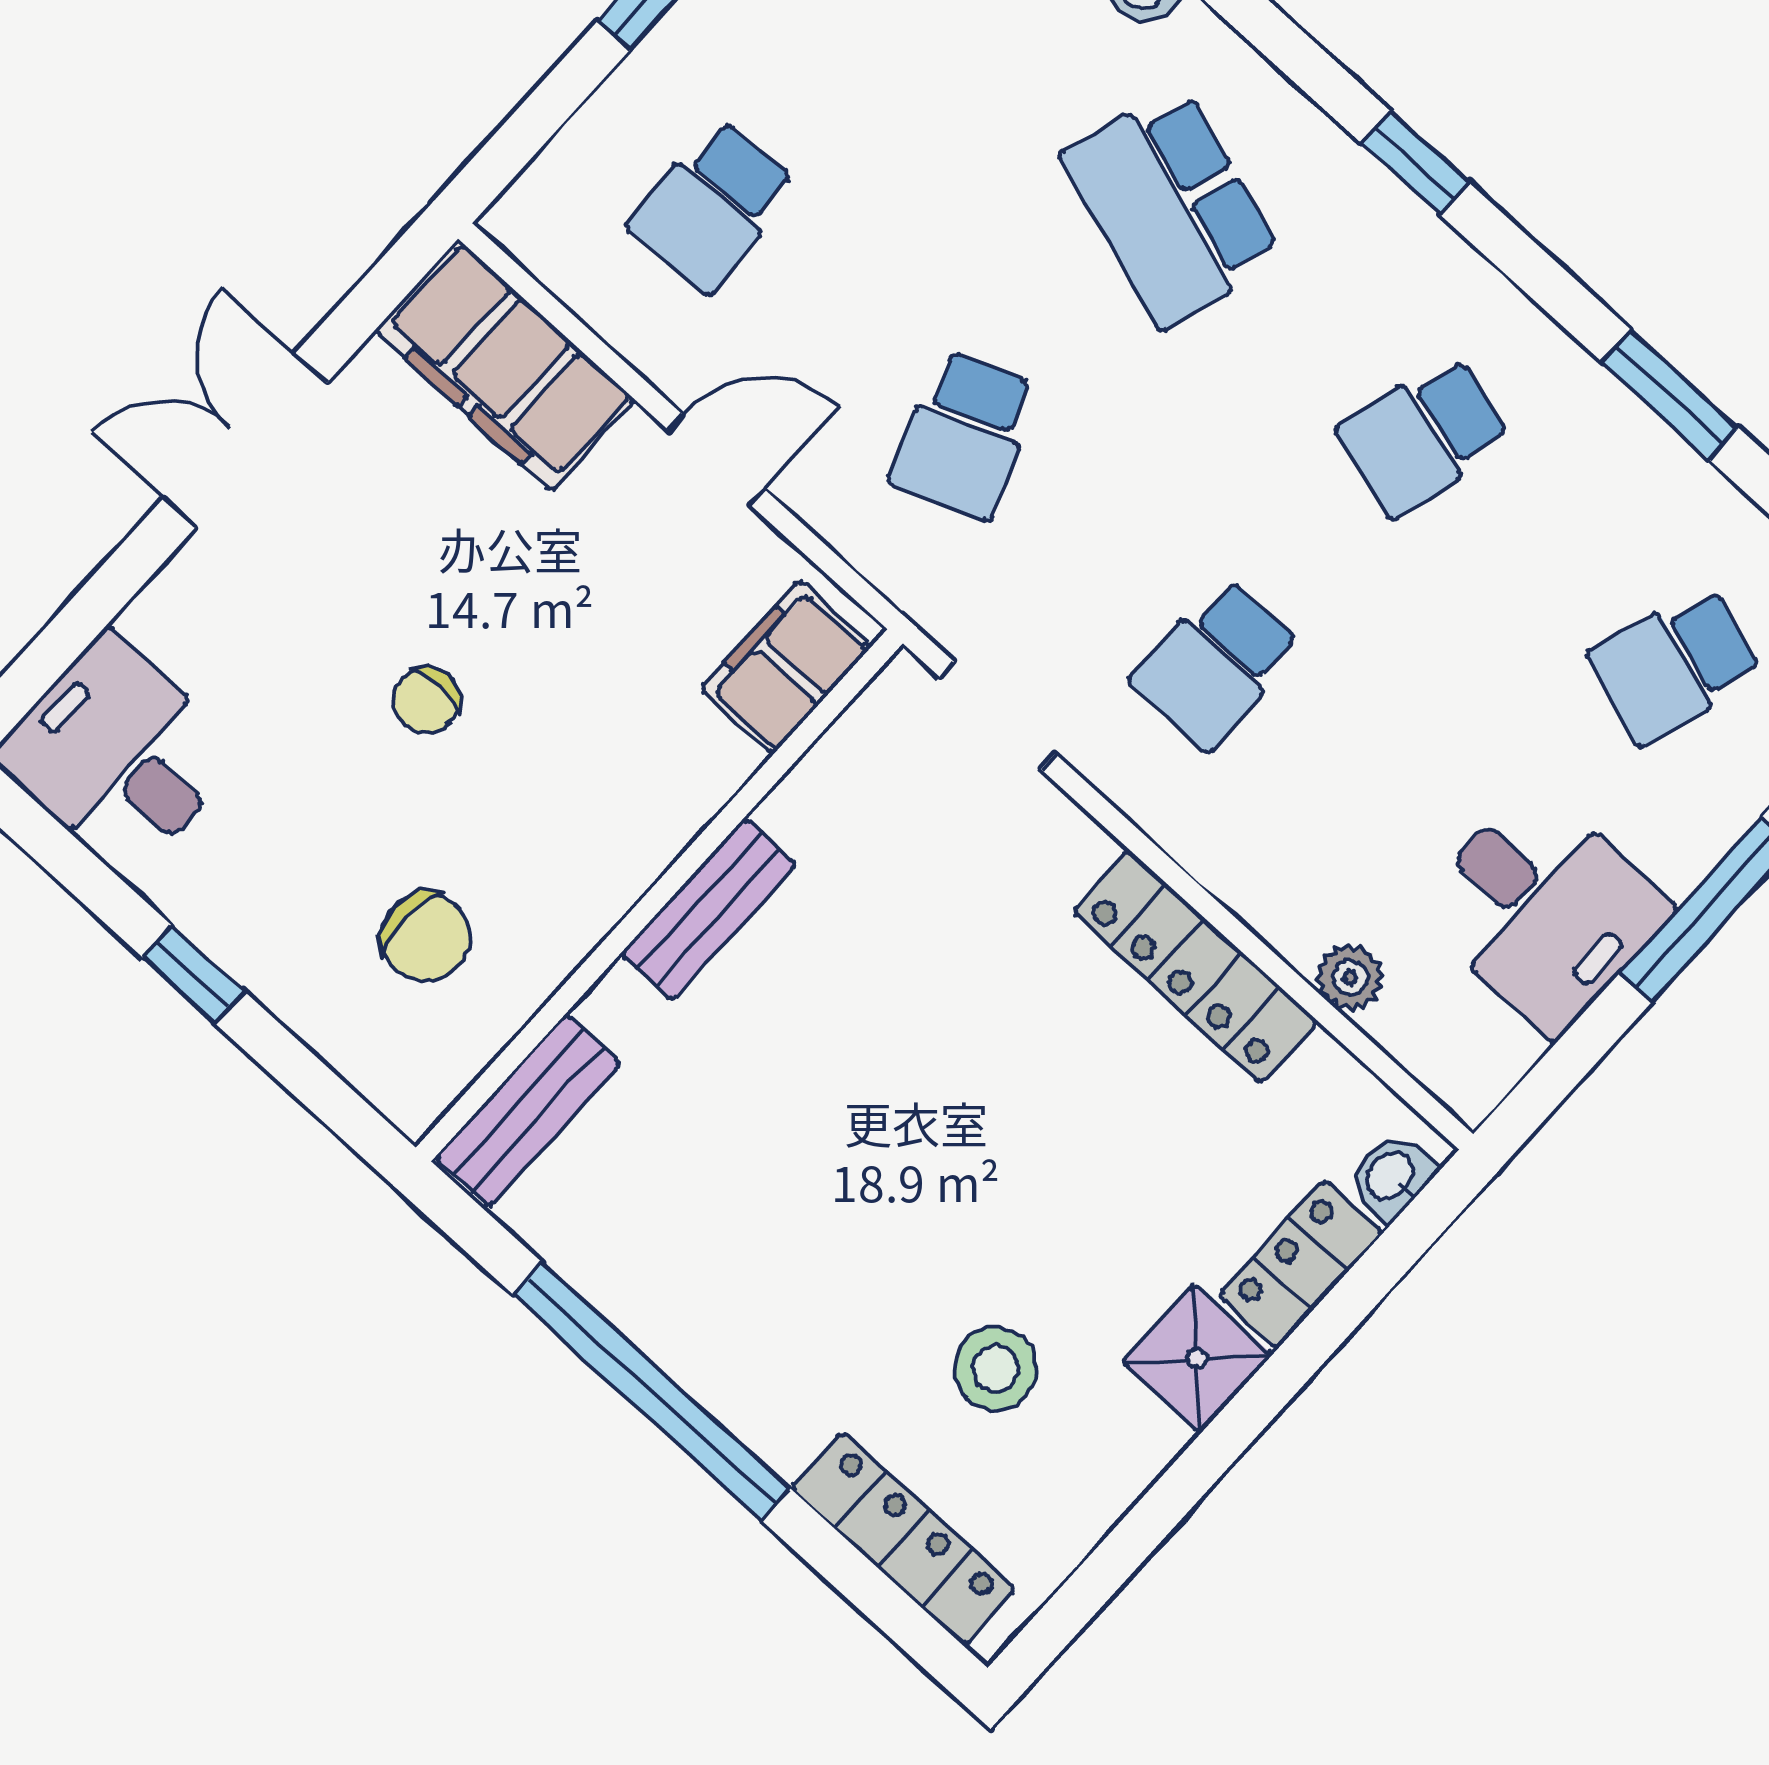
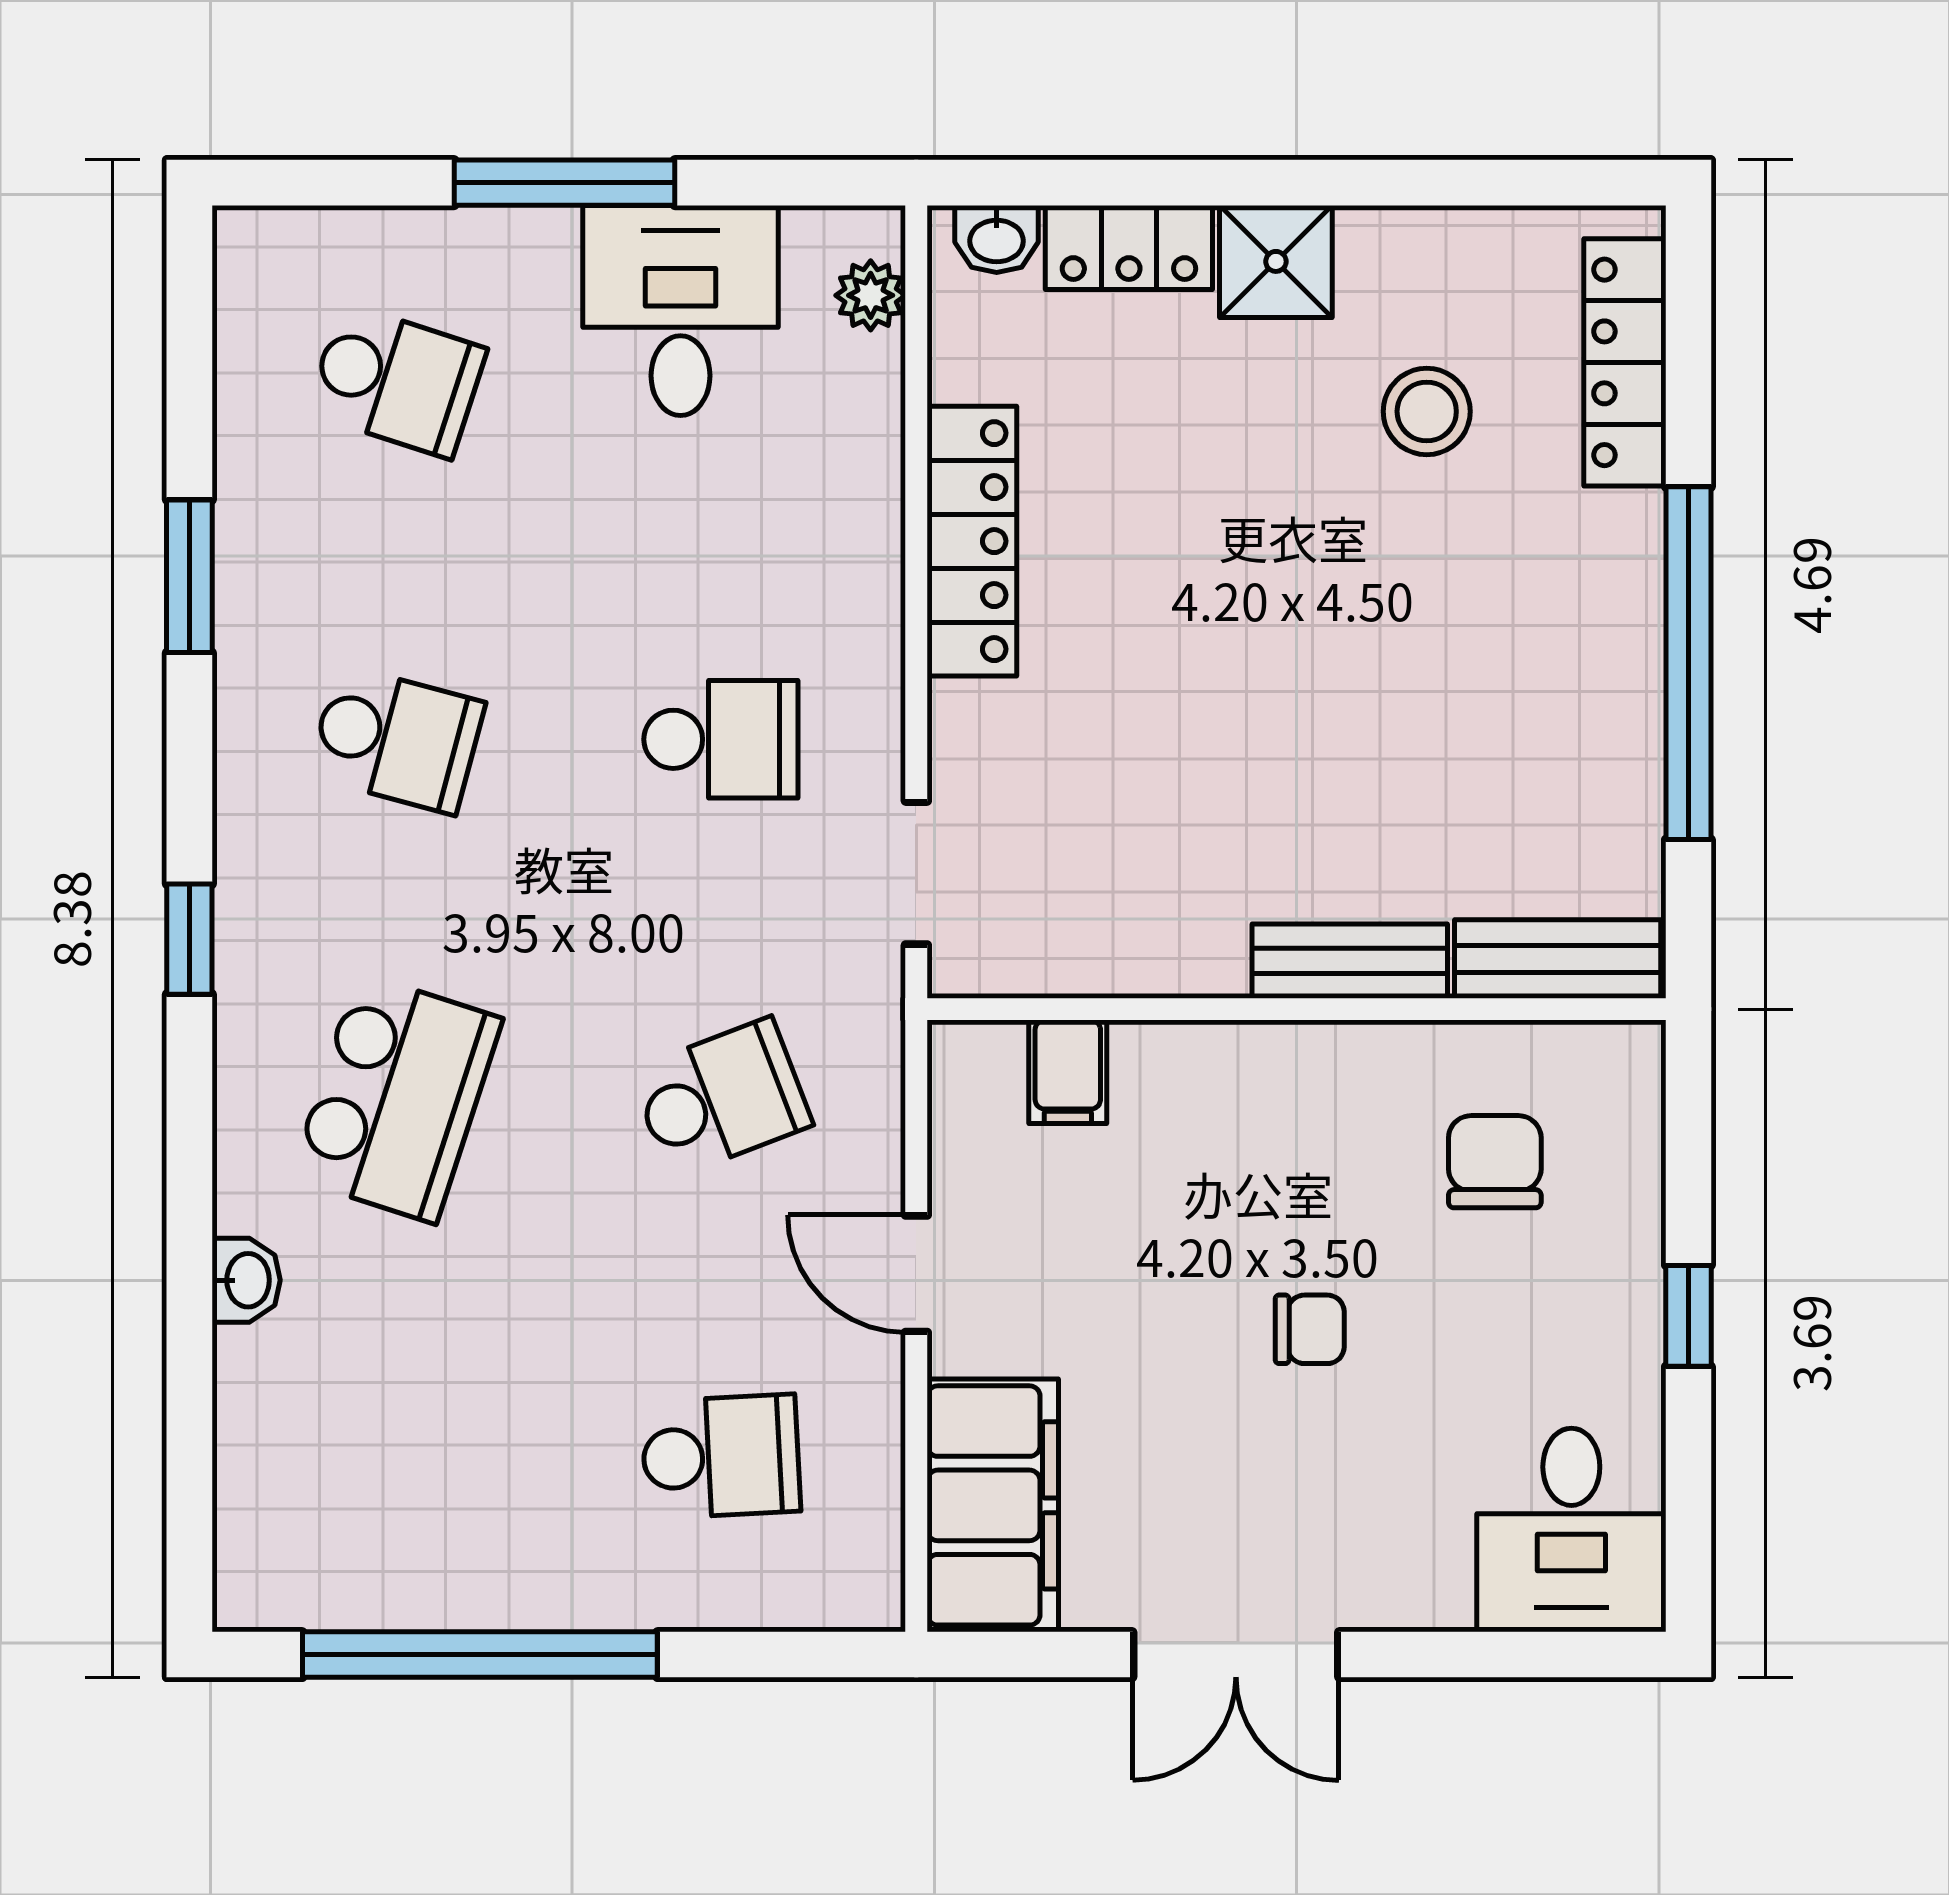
filing cabinet: (786, 668) -> (1068, 1072), width x0.50
bench: (708, 909) -> (1350, 961), moved
plant: (1350, 977) -> (871, 295), moved

